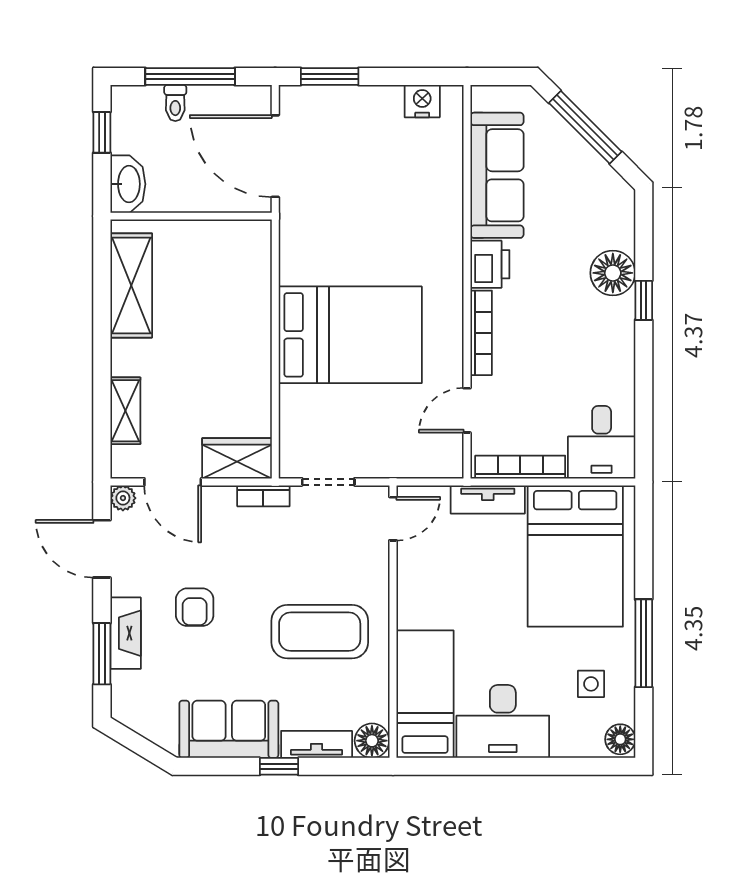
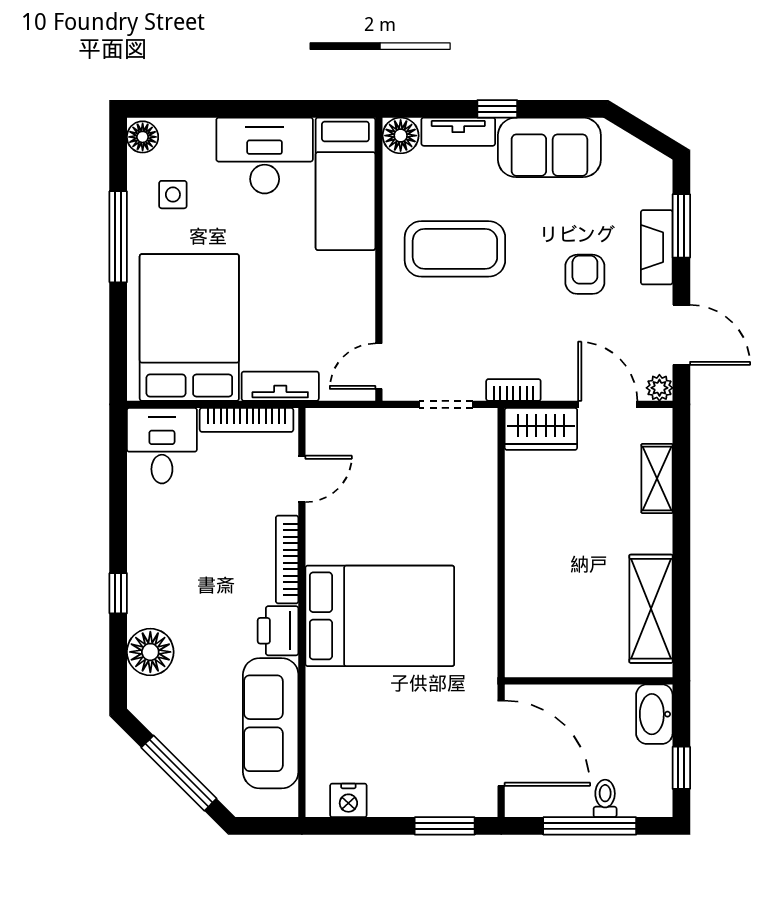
floor lamp: (613, 273) -> (150, 652), moved
bed: (350, 335) -> (380, 616), moved, turned 180

